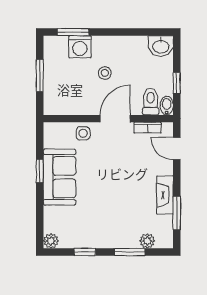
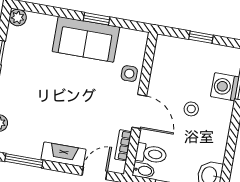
window: (40, 75) -> (201, 37), width x0.67
fireplace: (165, 195) -> (64, 154), moved

